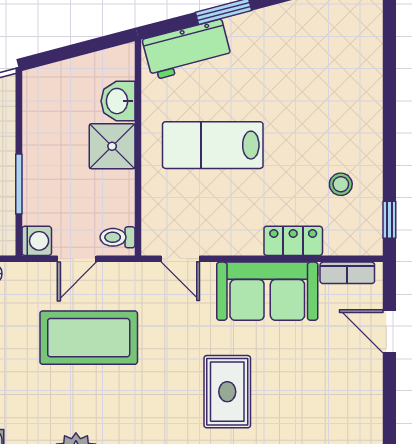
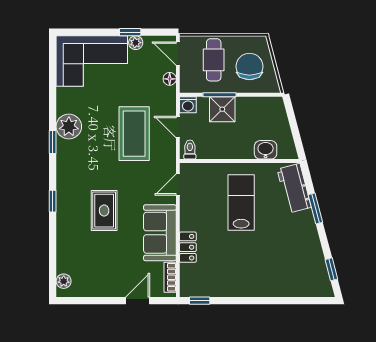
shower: (112, 146) -> (222, 109), moved
stool: (341, 184) -> (219, 274), removed
rug: (227, 392) -> (104, 211), turned 90

